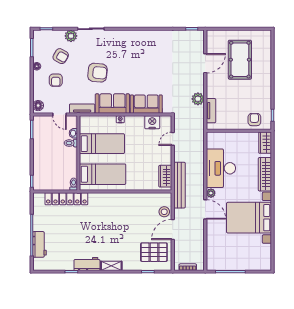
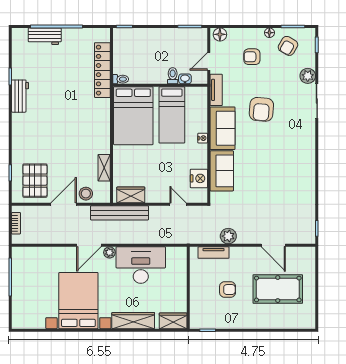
armchair: (61, 56) -> (288, 46), moved
armchair: (254, 120) -> (228, 290), moved
bed: (103, 174) -> (133, 116), width x1.50
door: (173, 229) -> (64, 204), hinge flipped
shelving: (111, 266) -> (104, 168), moved

